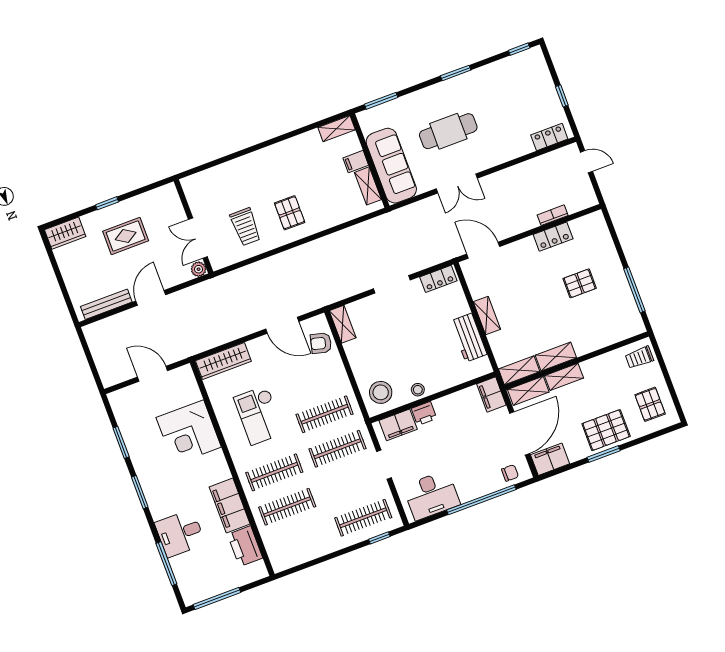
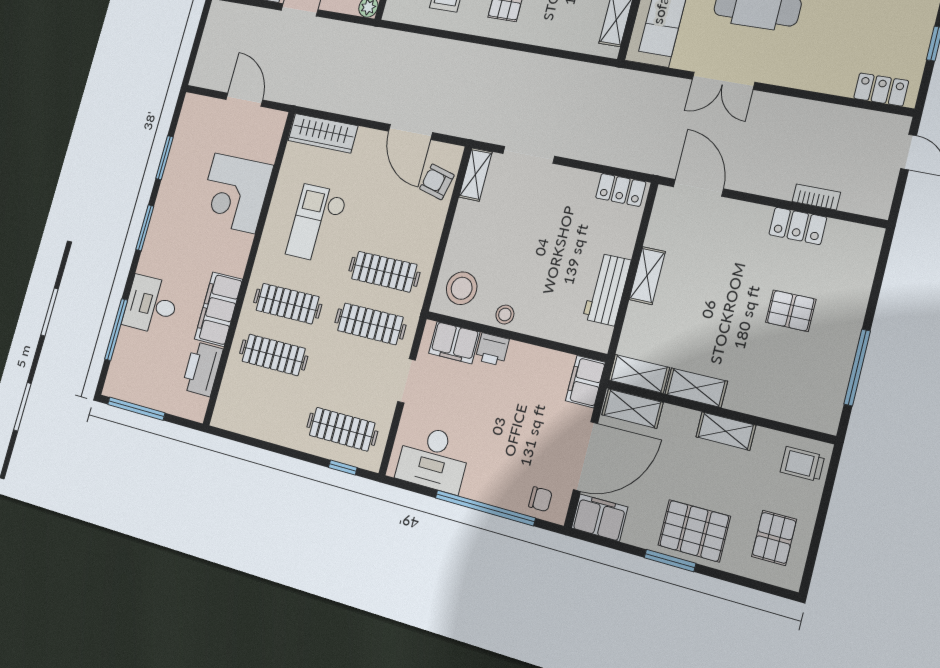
doorway: (392, 284) -> (529, 155), moved
shelving: (564, 377) -> (726, 431), moved

